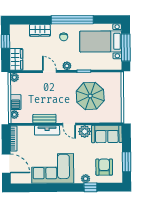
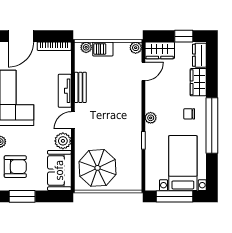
dresser: (20, 30) -> (199, 55), added
door: (49, 71) -> (143, 71), moved
parasol: (90, 96) -> (97, 168), moved

